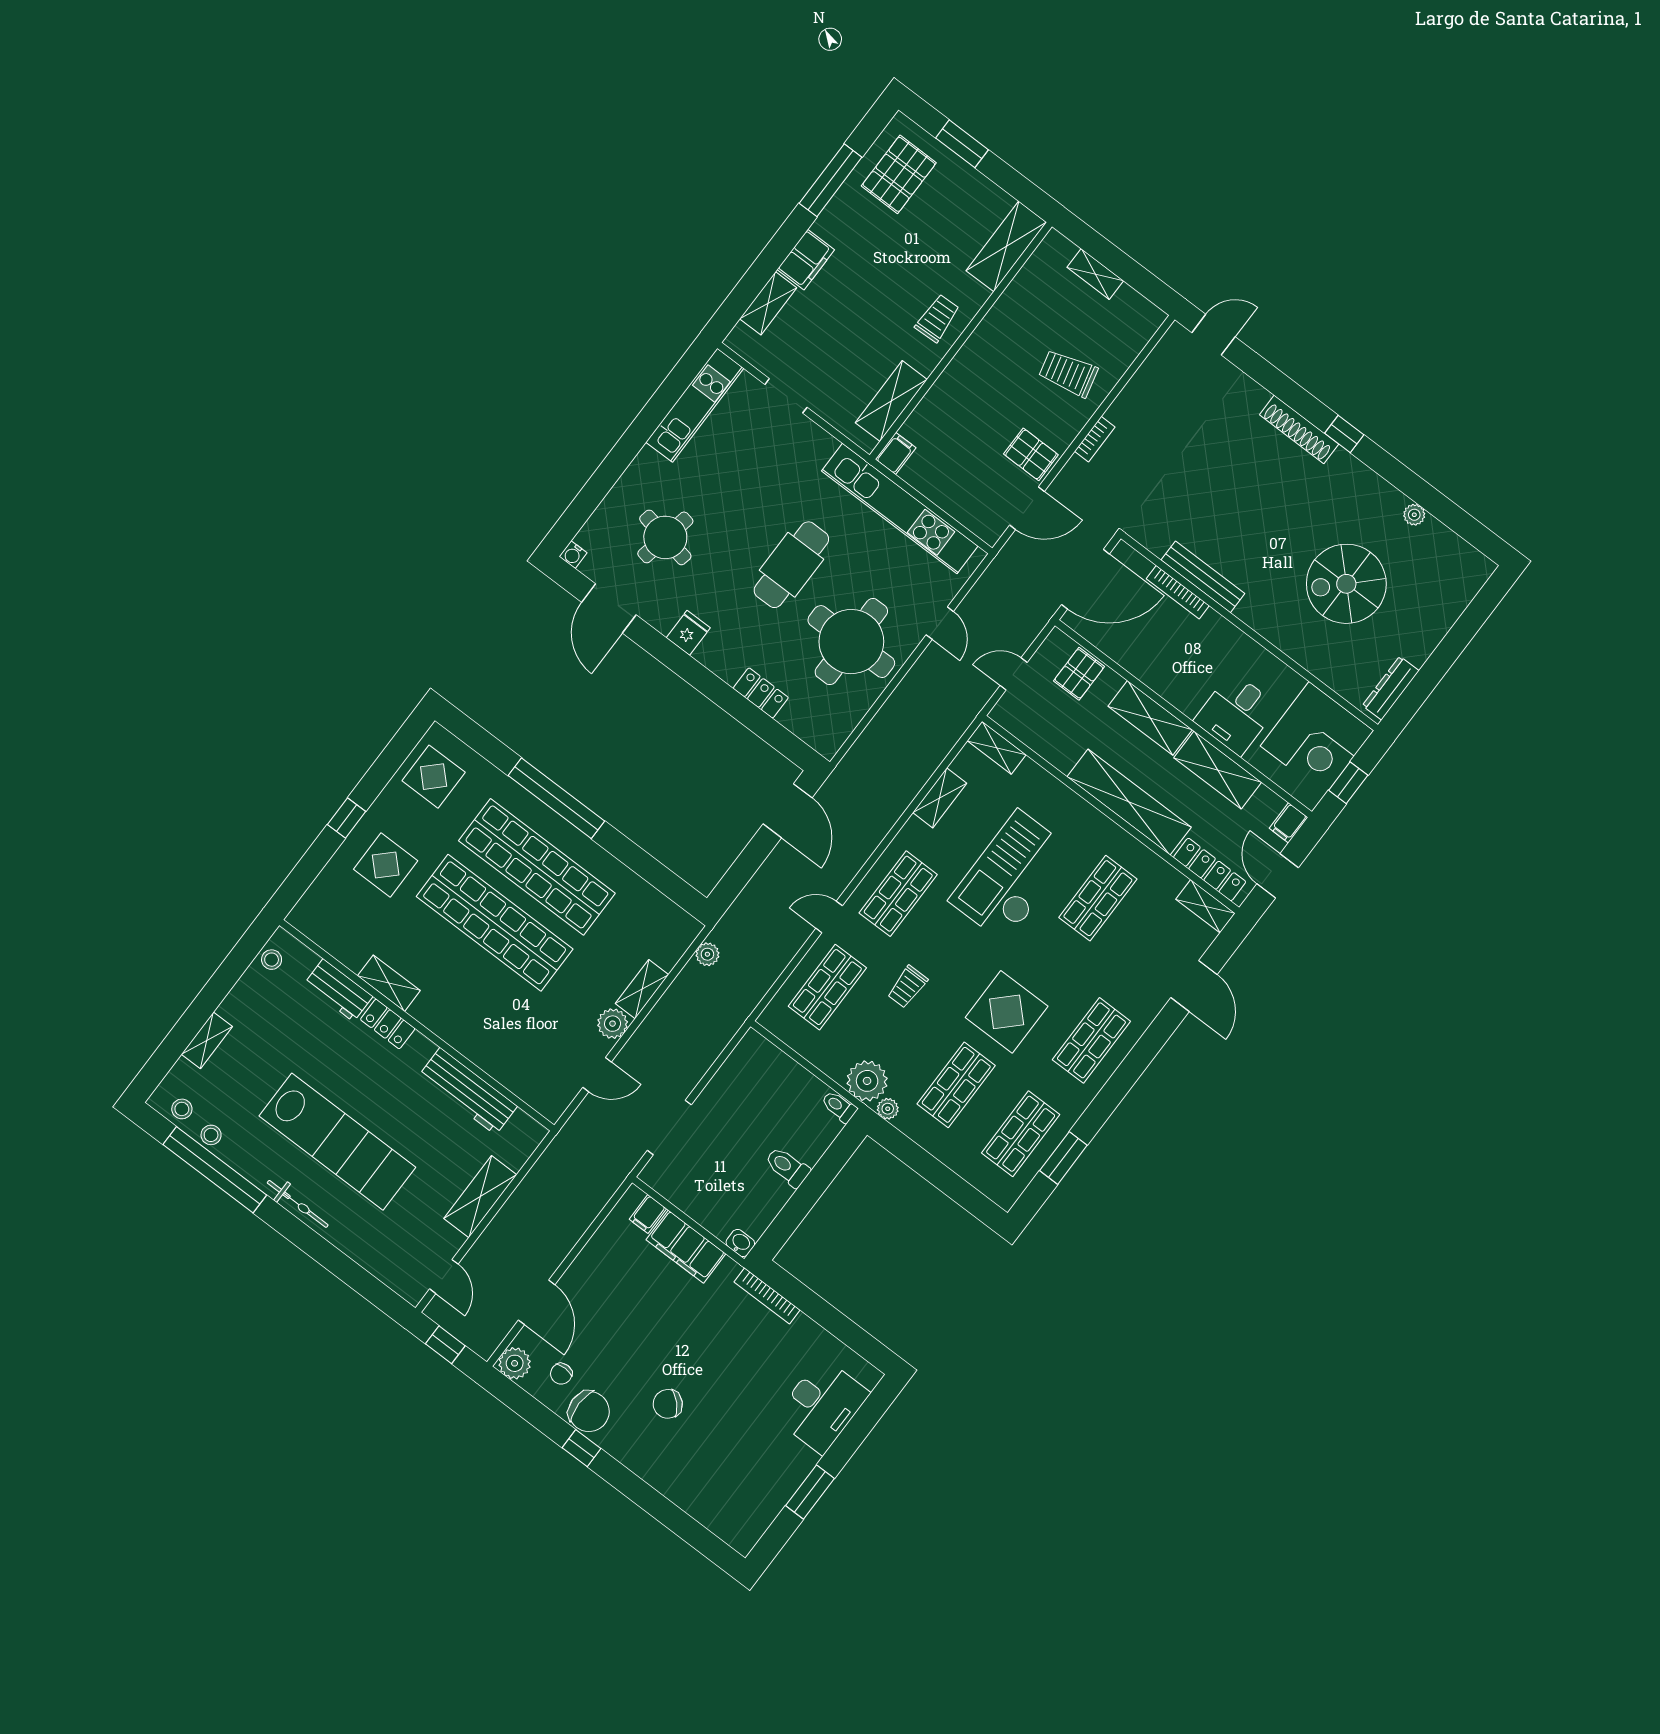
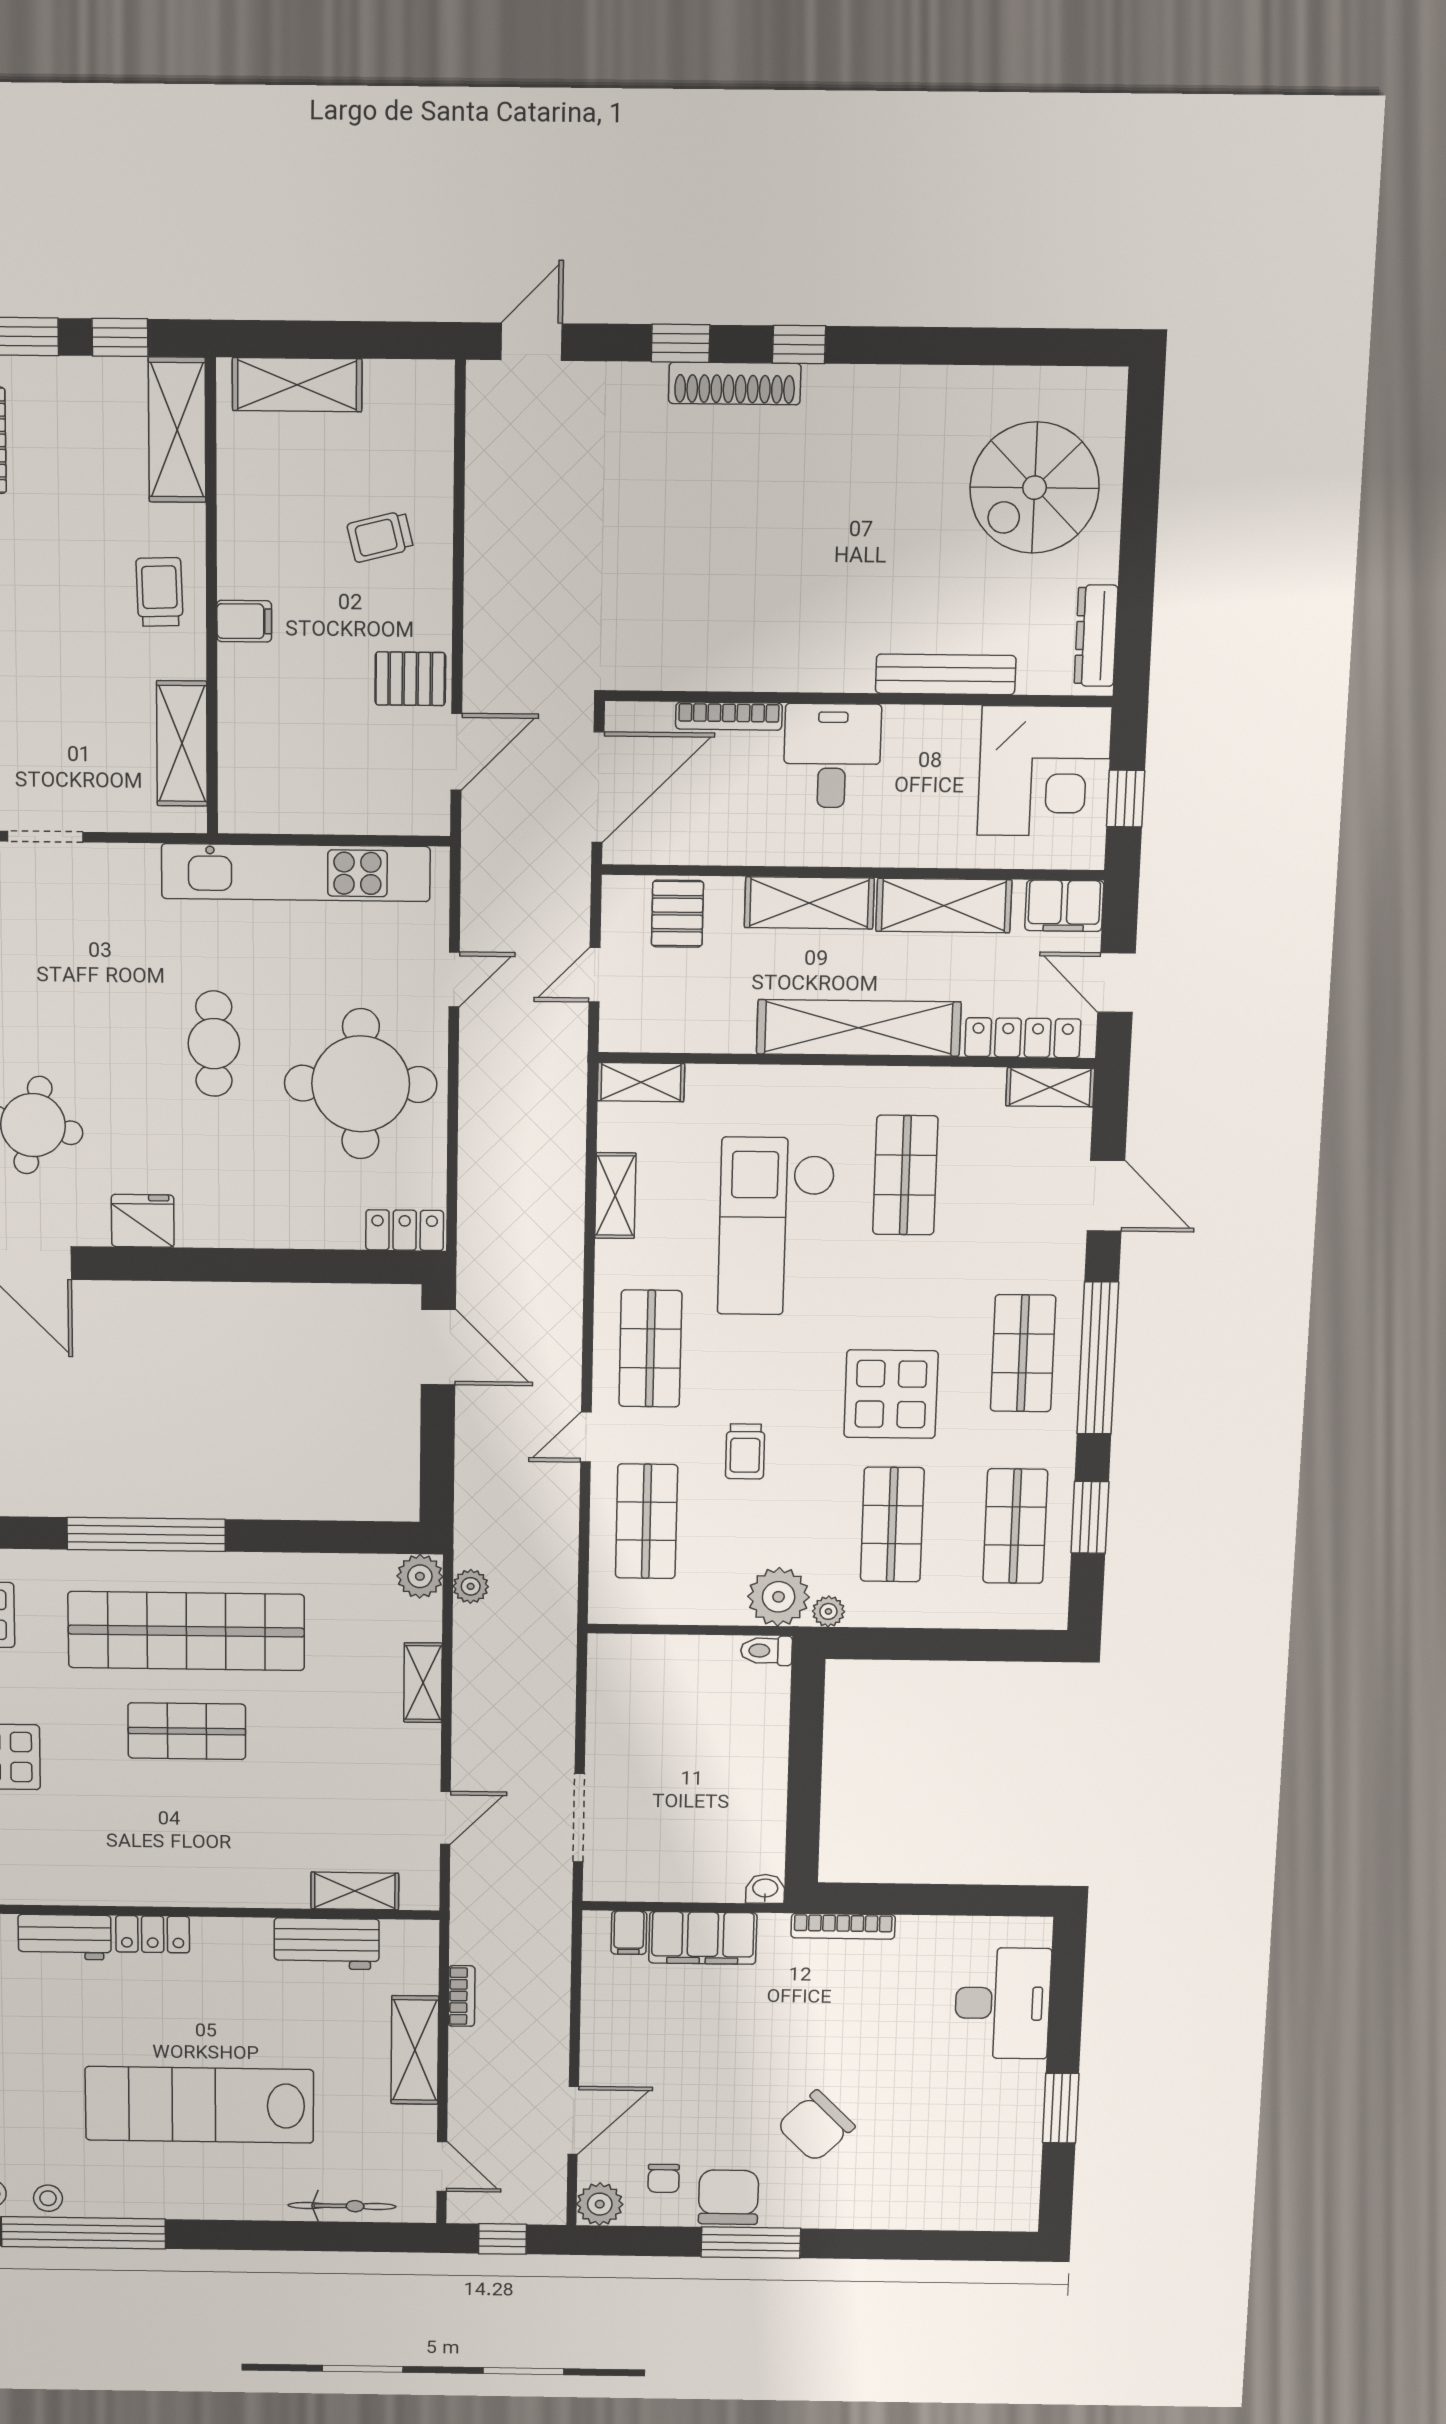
window: (1012, 182) -> (120, 337), added
shelving: (1095, 274) -> (297, 385), width x1.50, depth x1.33
trolley: (1068, 373) -> (380, 537), width x0.73, depth x0.72
window: (1286, 390) -> (681, 343), added
bookcase: (1095, 439) -> (462, 1996), moved
filing cabinet: (896, 453) -> (244, 621), moved, turned 90
plant: (1414, 515) -> (968, 383), removed
cafe table: (791, 565) -> (214, 1044), width x0.73, depth x0.74
bench: (1203, 577) -> (946, 674), moved
spiral stairs: (1346, 584) -> (1035, 488), moved
door: (940, 623) -> (454, 979), hinge flipped
fridge: (688, 633) -> (143, 1221), width x1.38
locker: (761, 693) -> (405, 1230), moved
desk: (1236, 713) -> (832, 756), moved, turned 180
filing cabinet: (1289, 823) -> (1064, 906), width x2.00
shop shelf: (495, 923) -> (187, 1731), width x0.50, depth x0.74
shelving: (389, 983) -> (355, 1891), moved
plant: (613, 1024) -> (420, 1576), moved
window: (1129, 1072) -> (1098, 1358), added
workbench: (468, 1091) -> (327, 1944), width x0.73
lab bench: (337, 1142) -> (199, 2105), turned 180
toilet: (787, 1167) -> (756, 1764), removed
bicycle: (298, 1204) -> (342, 2206), moved
door: (537, 1302) -> (573, 2120), hinge flipped
chair: (668, 1404) -> (816, 2126), width x1.37, depth x1.37
chair: (589, 1411) -> (728, 2197), turned -90
window: (581, 1448) -> (751, 2243), width x2.17

